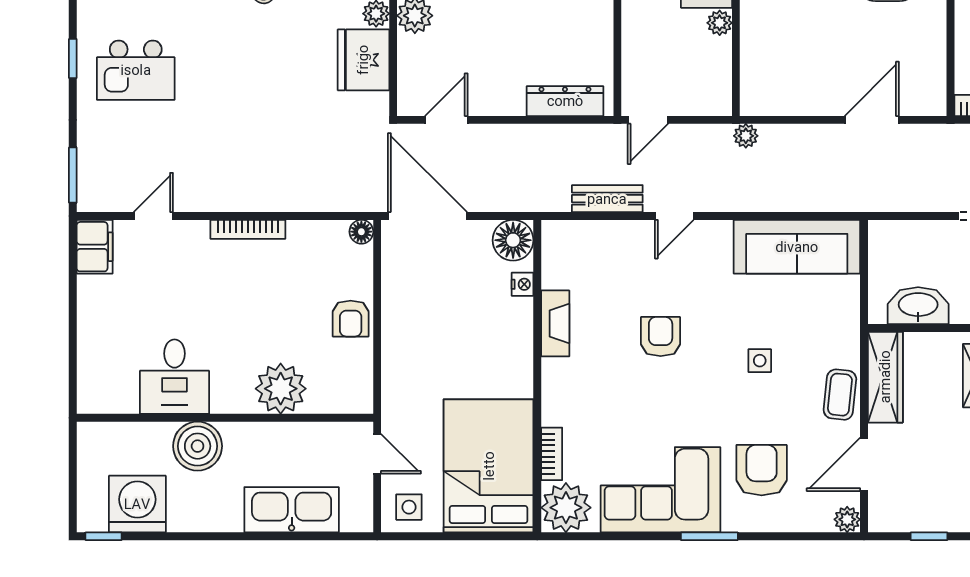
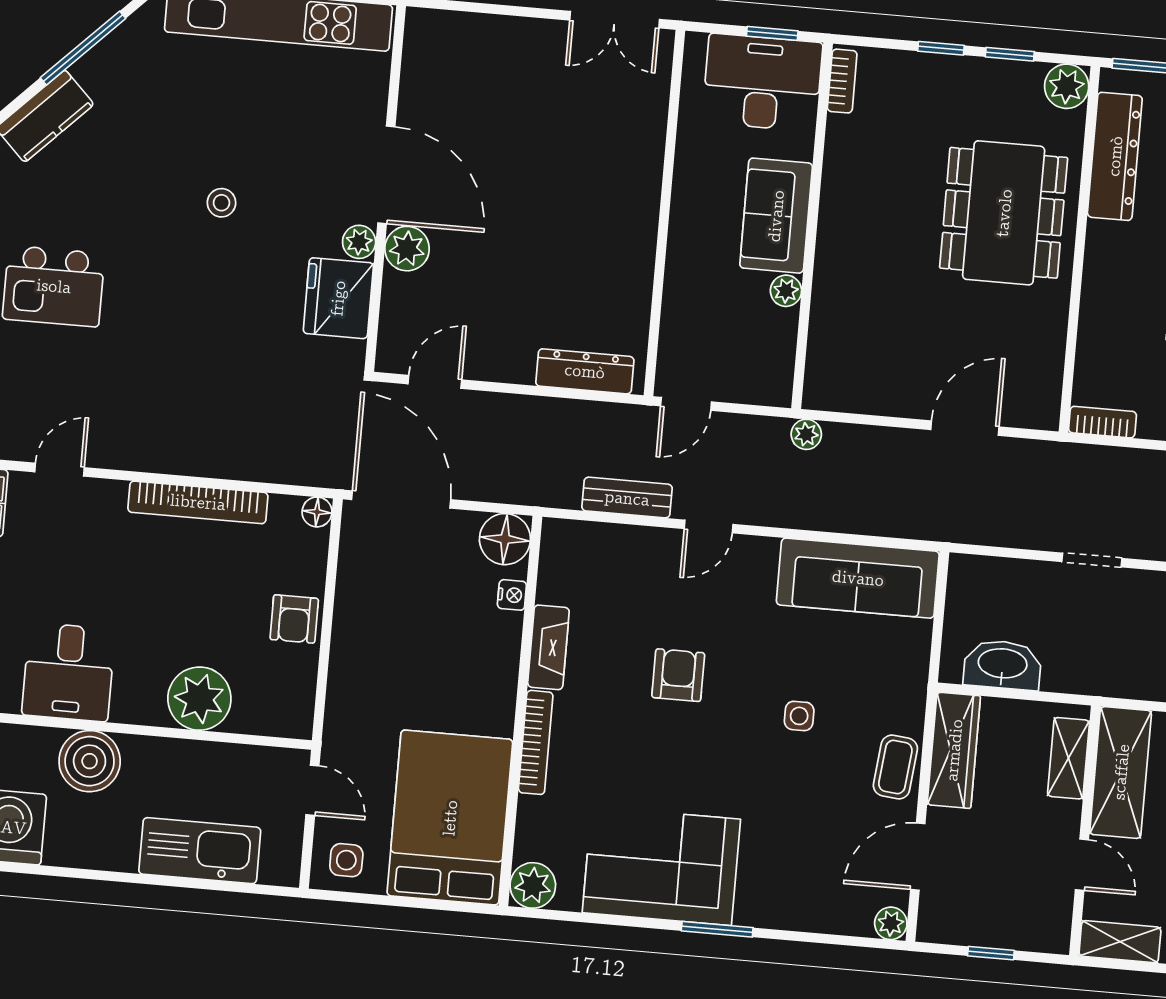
bookcase: (248, 229) -> (198, 502), width x1.48, depth x1.31
bookcase: (552, 454) -> (536, 742), moved, width x1.56
armchair: (762, 470) -> (790, 853), removed
plant: (566, 508) -> (533, 885), width x0.73, depth x0.73

